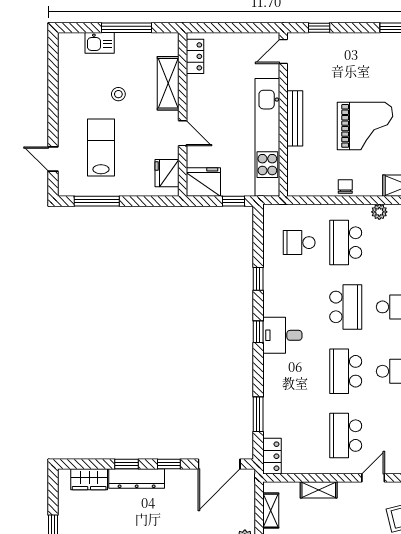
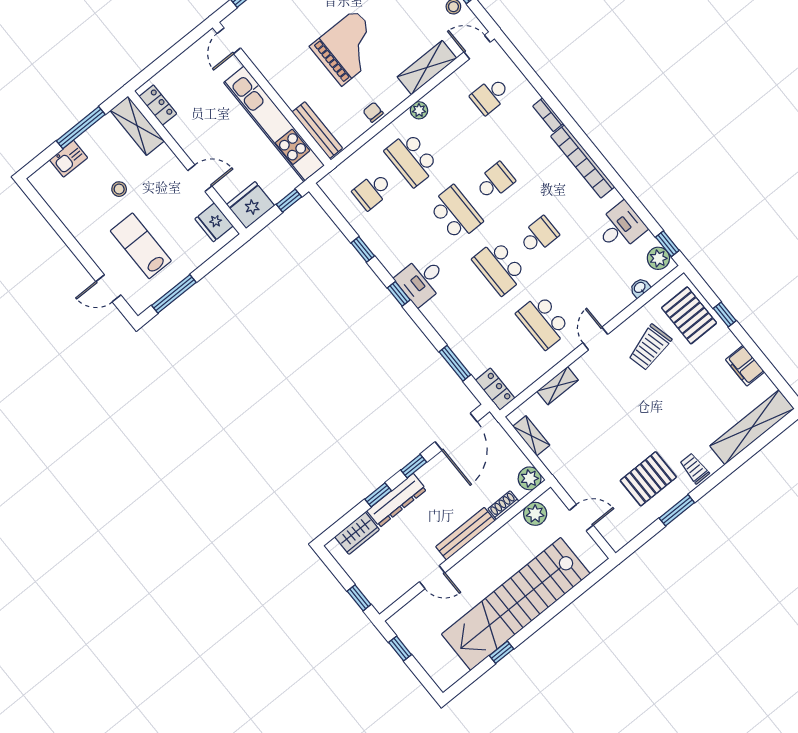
shelving: (168, 83) -> (137, 126), moved
bench: (295, 118) -> (317, 130), moved

